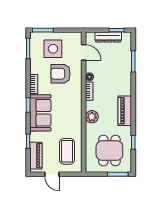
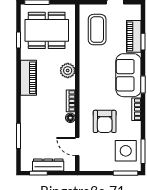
side table: (53, 49) -> (126, 151), moved
armchair: (61, 74) -> (105, 121), turned 90
dining table: (109, 151) -> (47, 30), width x1.38
piano: (36, 156) -> (134, 36), moved

